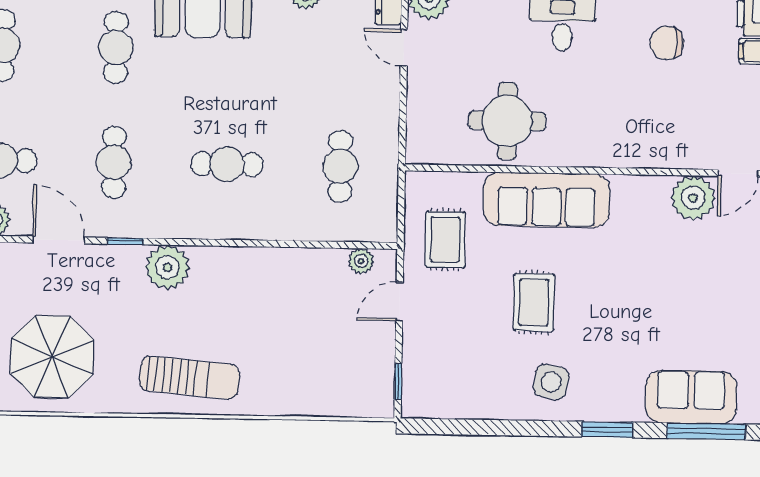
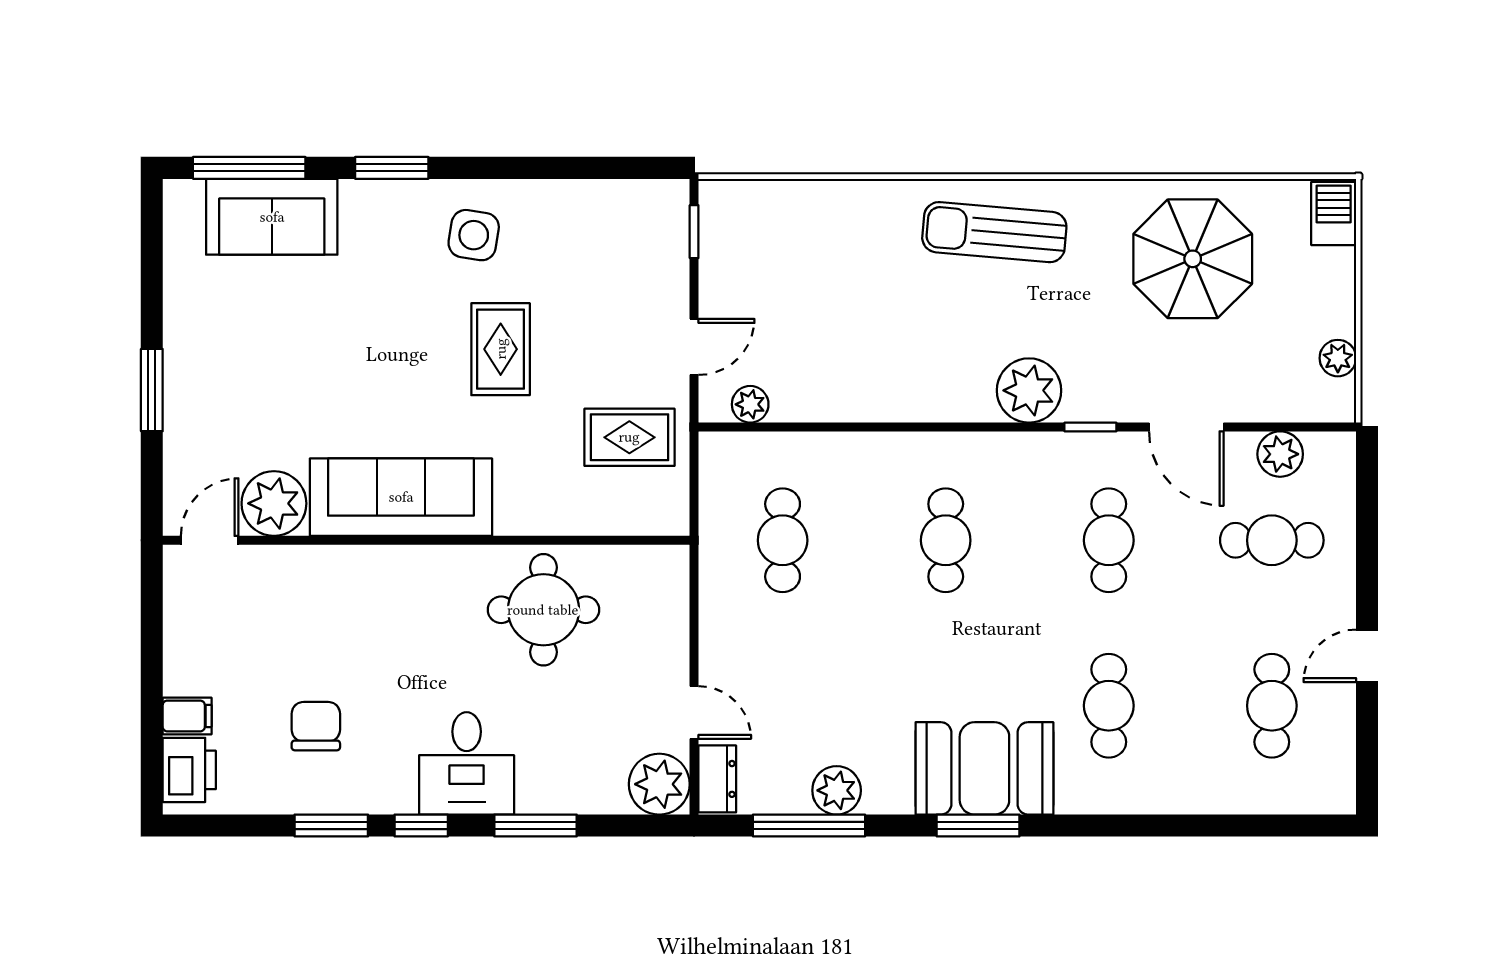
chair: (667, 43) -> (316, 726), turned -90
cafe table: (227, 164) -> (946, 540), turned 90
sofa: (547, 200) -> (401, 497), moved
rug: (445, 240) -> (629, 437), turned 90

